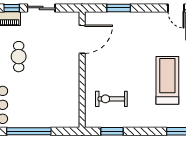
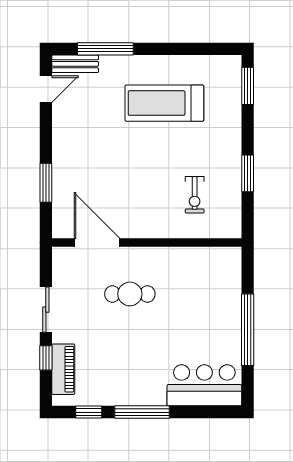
cafe table: (19, 57) -> (130, 294), moved
exercise bike: (111, 99) -> (195, 195), width x0.73, depth x0.72
window: (112, 131) -> (248, 173), moved

